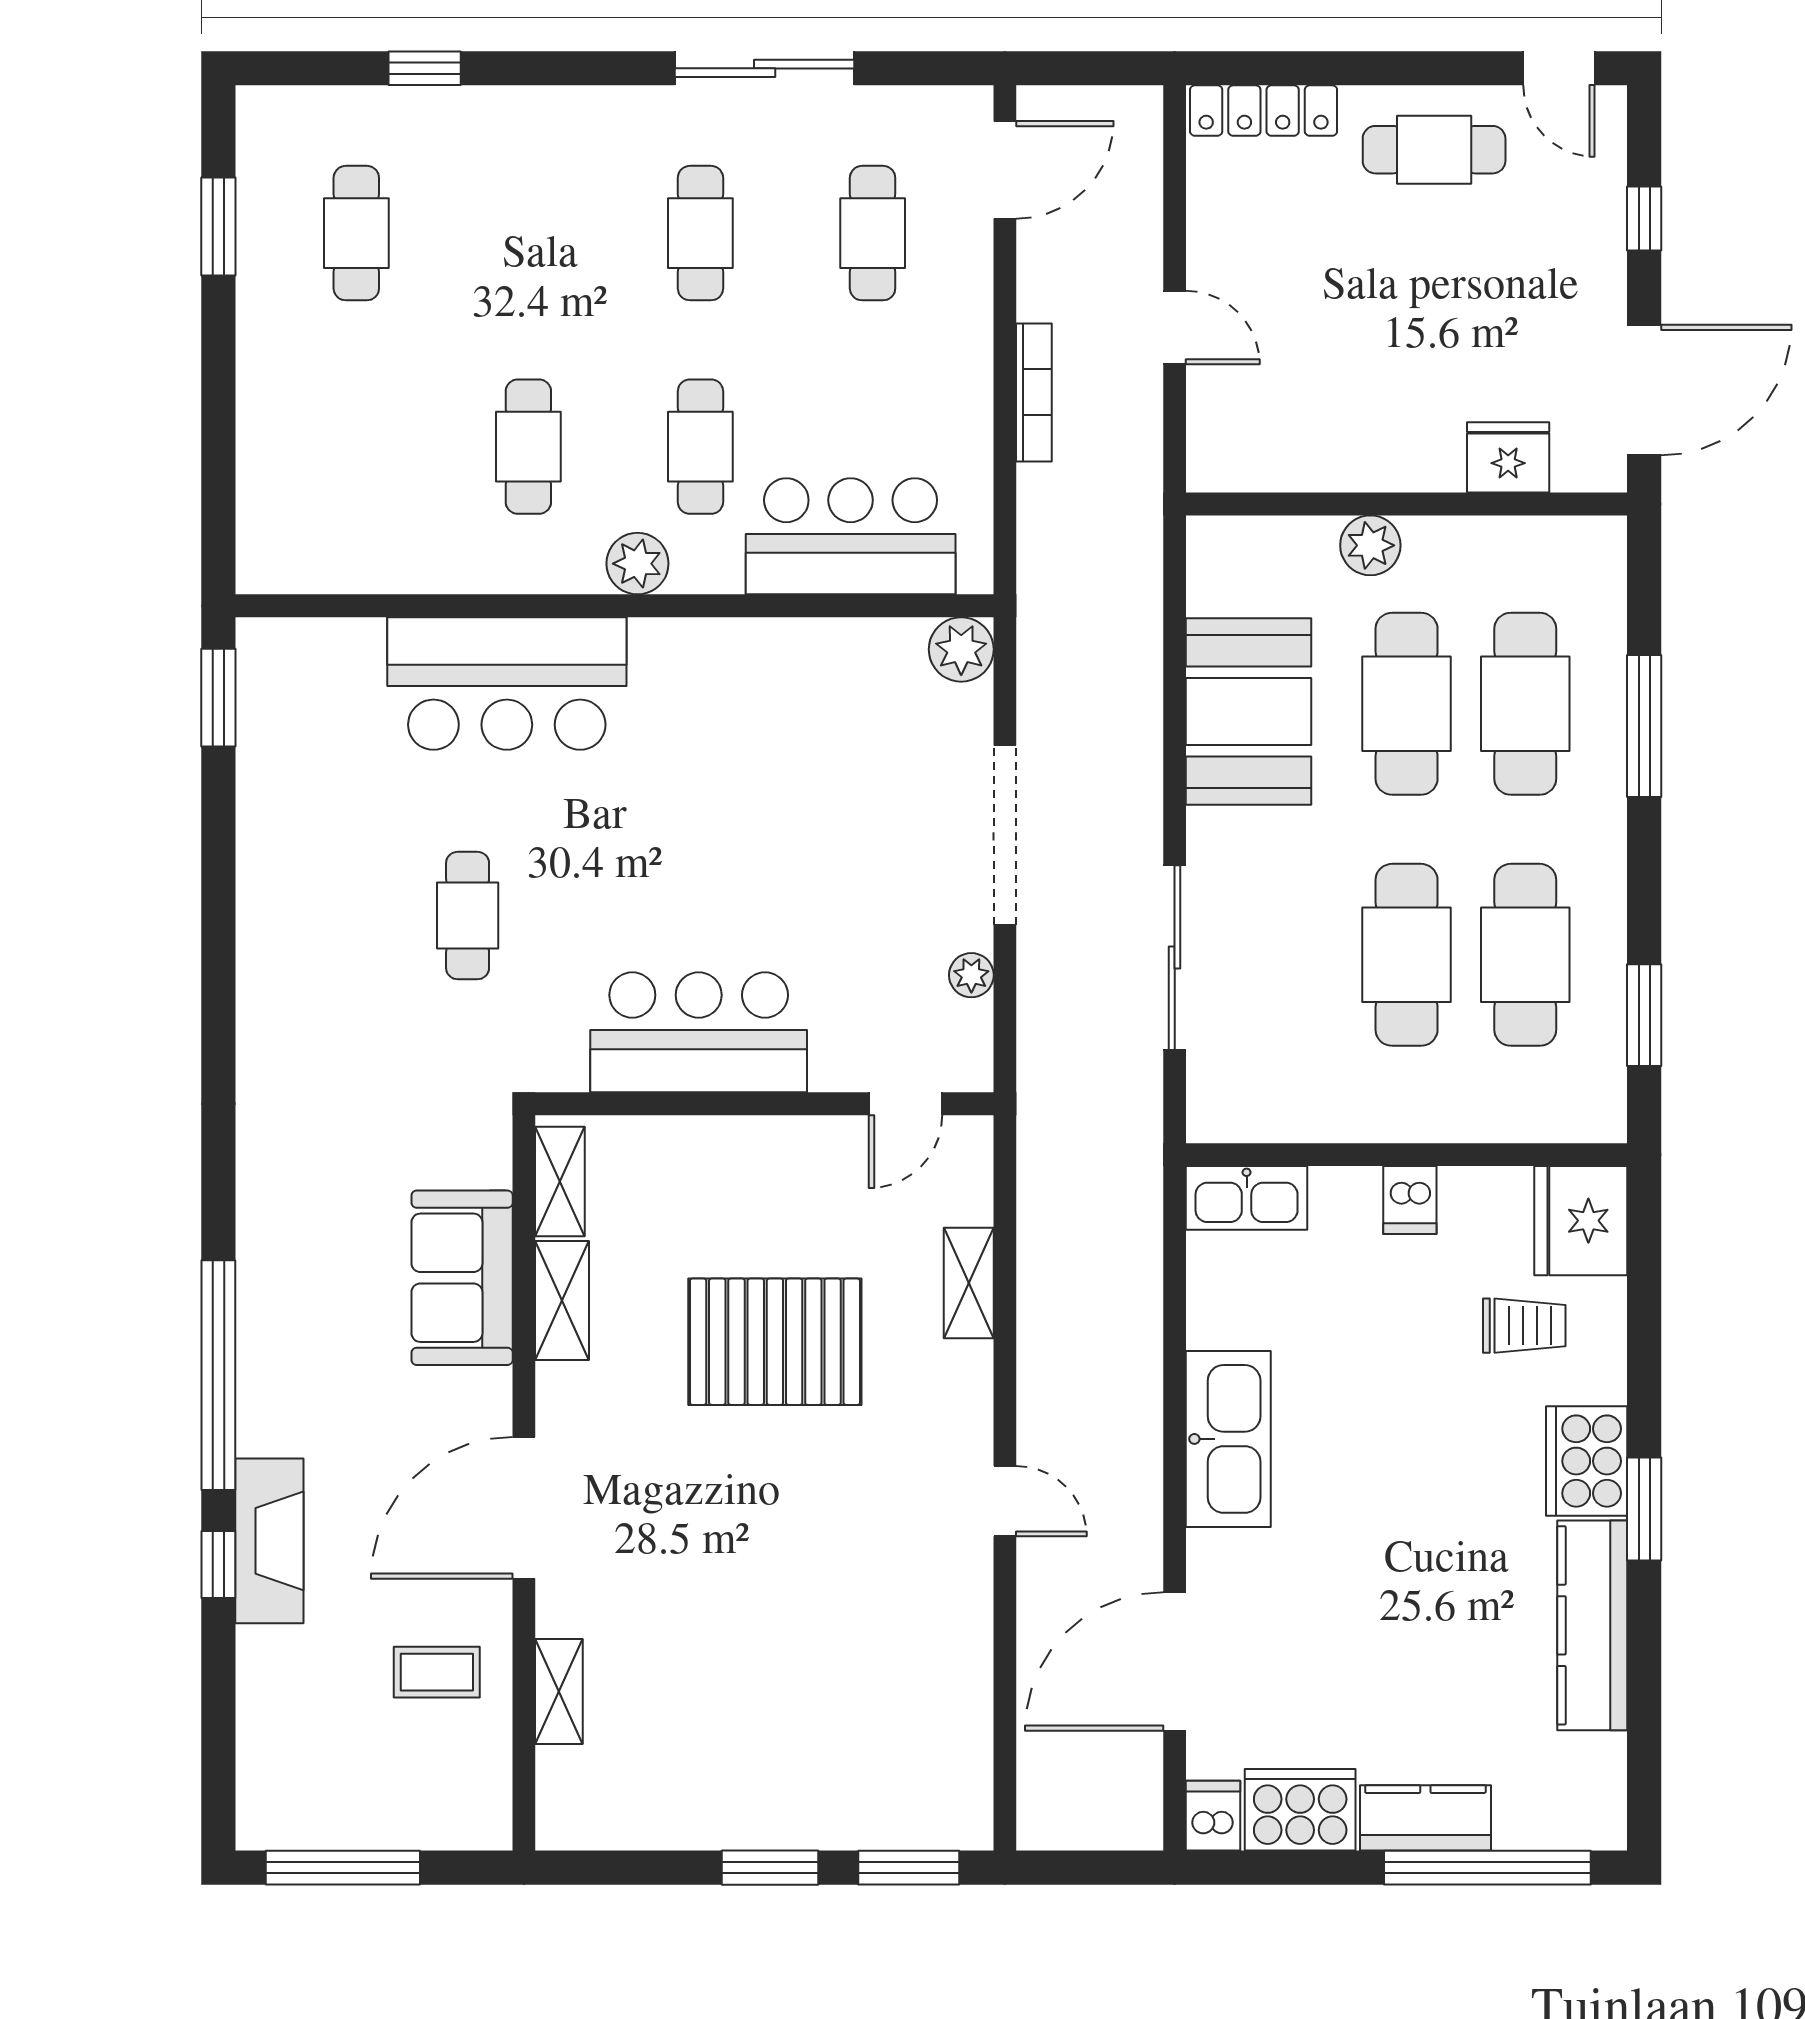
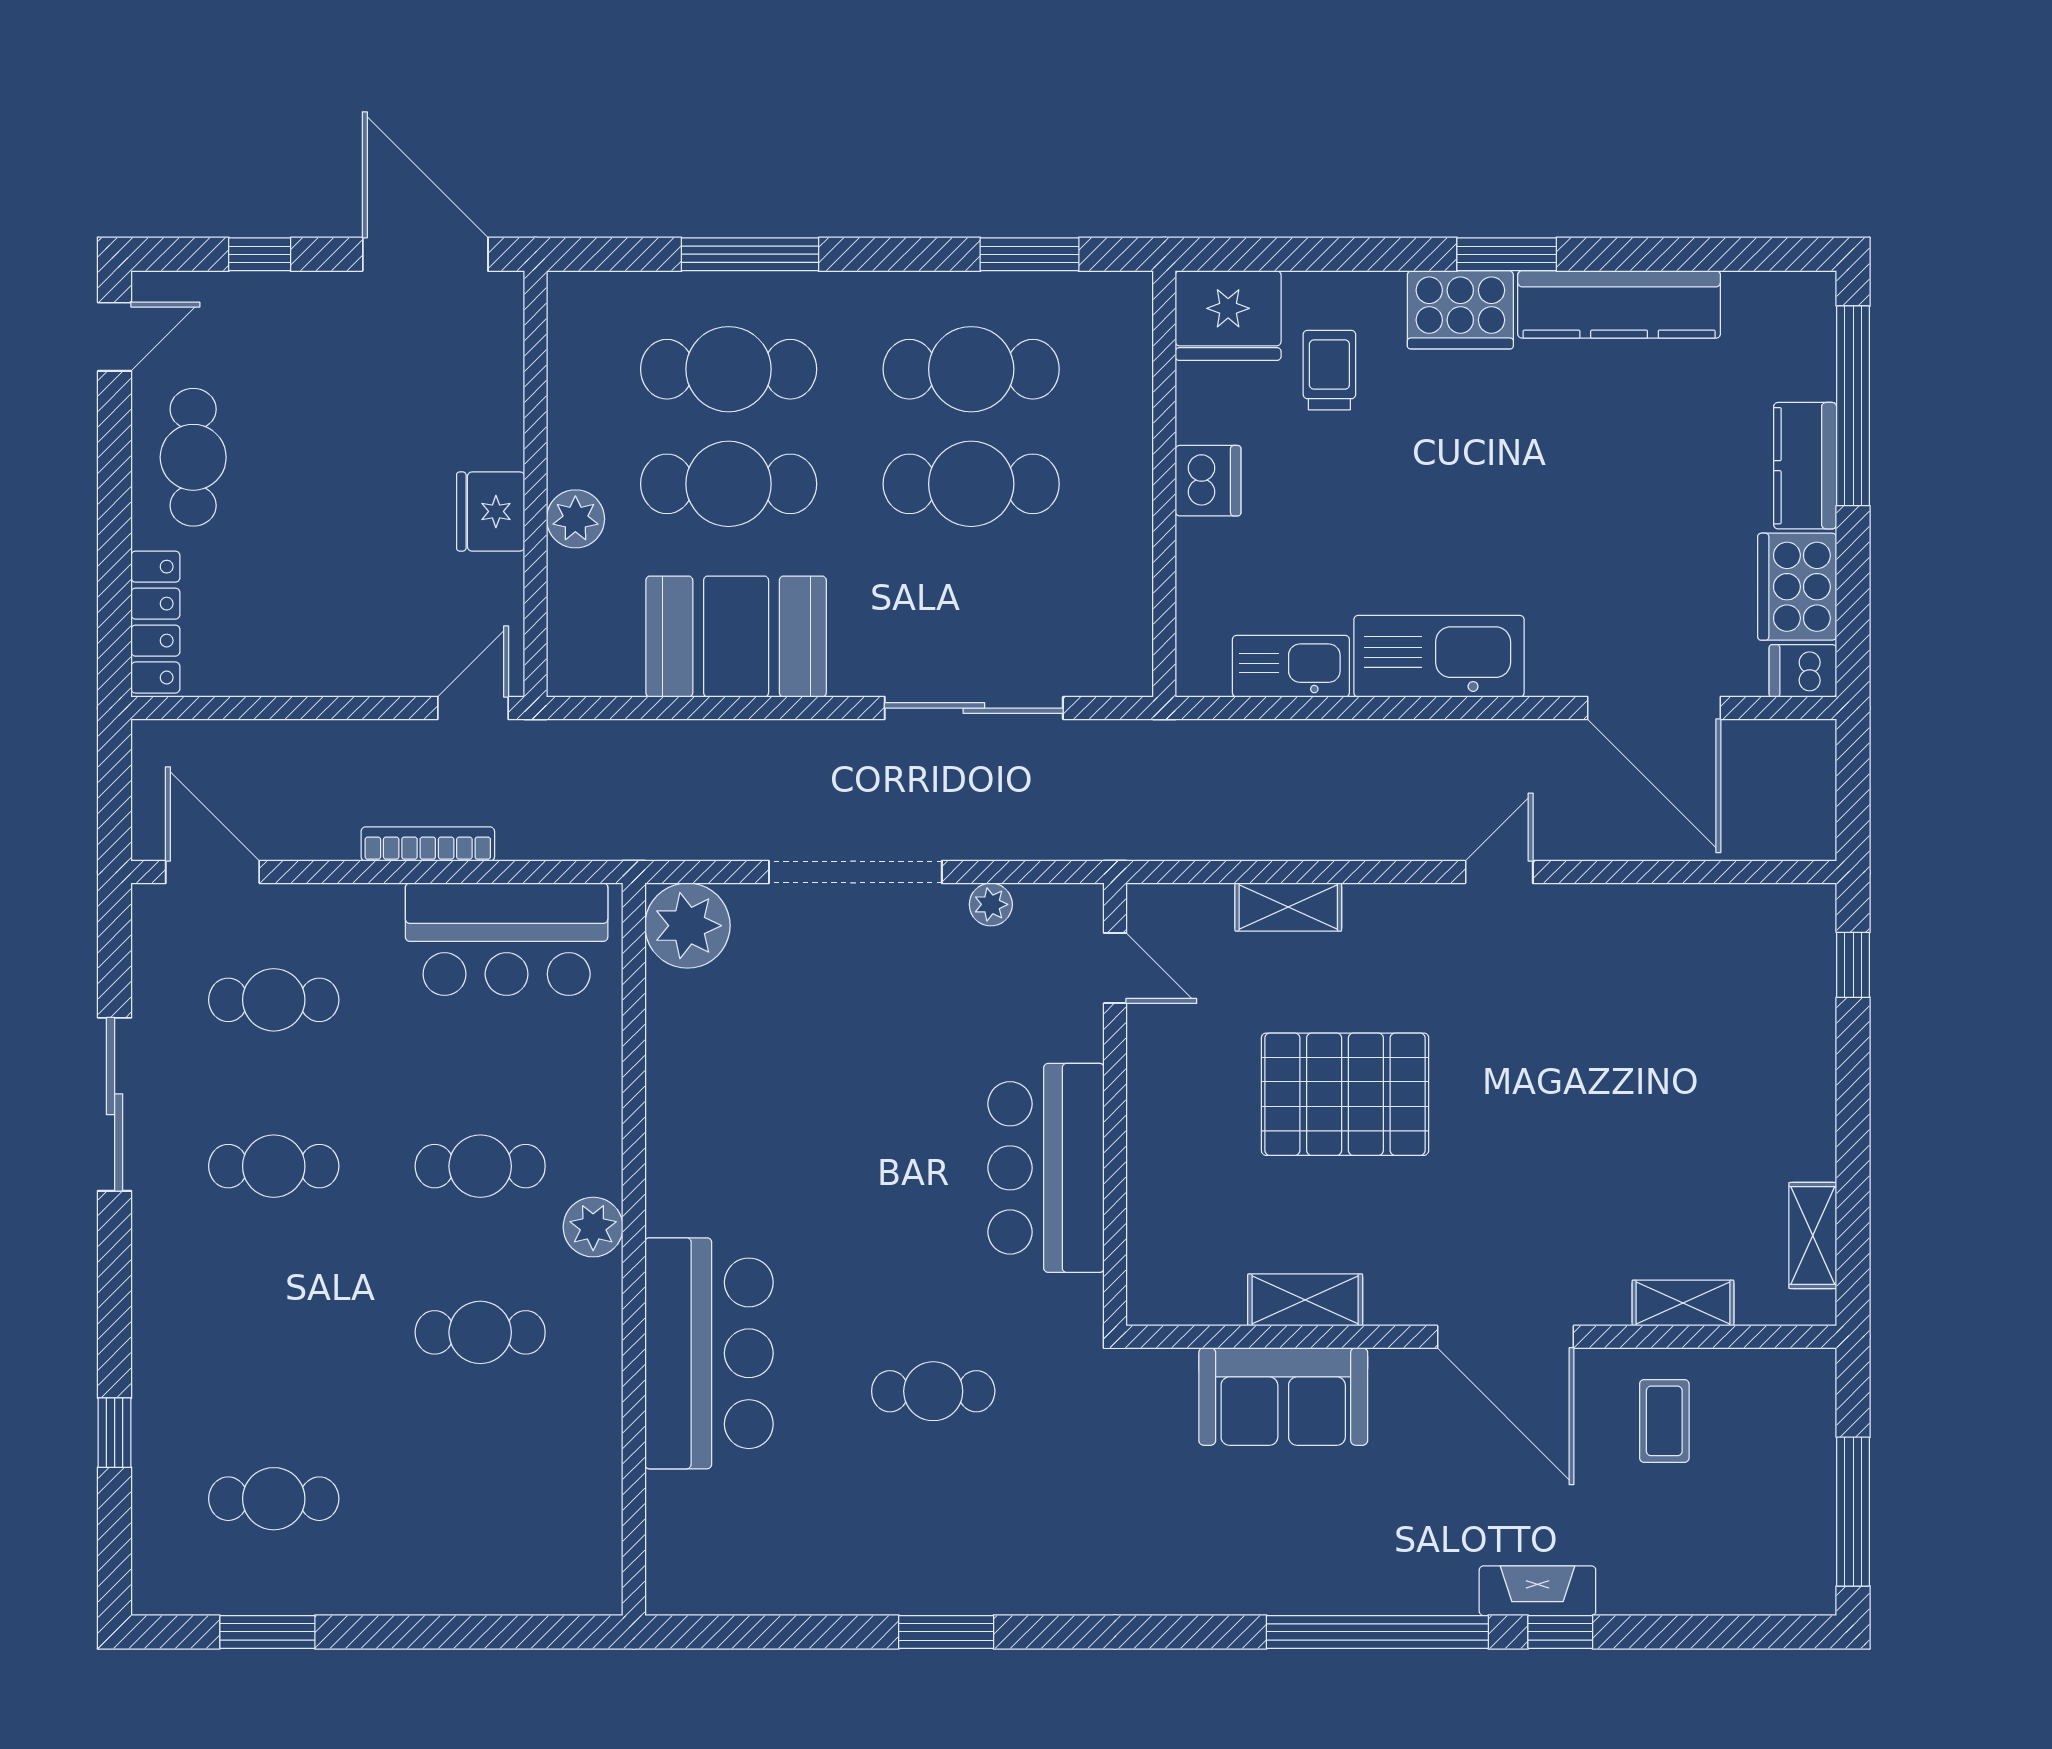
door: (1175, 328) -> (473, 708), moved
fridge: (1508, 457) -> (491, 511), moved
bar counter: (851, 536) -> (507, 939), moved, turned -90
plant: (961, 649) -> (687, 926), width x1.36, depth x1.36
window: (218, 698) -> (946, 1632), moved
shelving: (560, 1181) -> (1813, 1235), moved, turned 90
kitchen sink: (1247, 1198) -> (1291, 666), moved, turned -90
dishwasher: (1410, 1200) -> (1208, 481), width x1.38
pallet: (775, 1342) -> (1345, 1094), turned 90
fireplace: (269, 1541) -> (1537, 1591), width x0.73, depth x0.76
window: (770, 1868) -> (1853, 1099), removed
window: (909, 1868) -> (1853, 965), width x0.67

